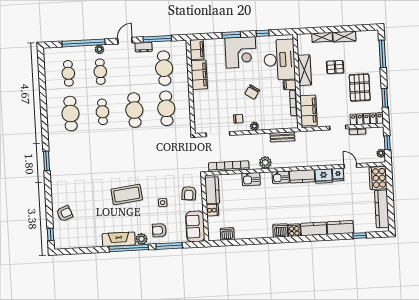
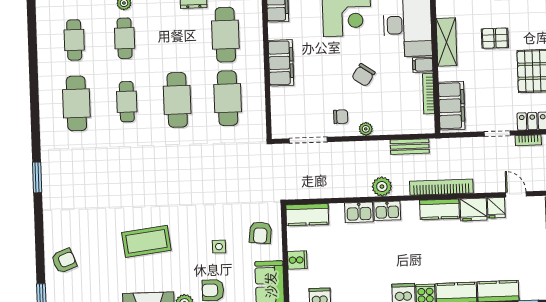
filing cabinet: (199, 75) -> (281, 63), moved
bookcase: (229, 166) -> (441, 187), moved
kitchen sink: (281, 177) -> (387, 211), moved
kitchen counter: (212, 190) -> (307, 215), moved, turned 90
coffee table: (127, 194) -> (146, 241), moved

